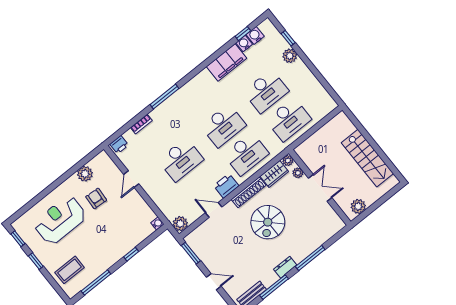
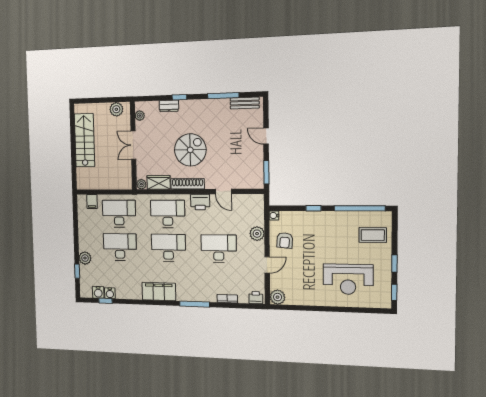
filing cabinet: (226, 62) -> (159, 292), moved
filing cabinet: (321, 111) -> (92, 202), added
plant: (298, 173) -> (140, 116), moved
plant: (85, 174) -> (278, 297), moved
armchair: (96, 198) -> (285, 240), moved
plant: (180, 224) -> (257, 234), moved
window: (310, 258) -> (179, 97), width x0.46
dresser: (285, 267) -> (169, 106), moved
window: (96, 282) -> (360, 208), width x1.46

